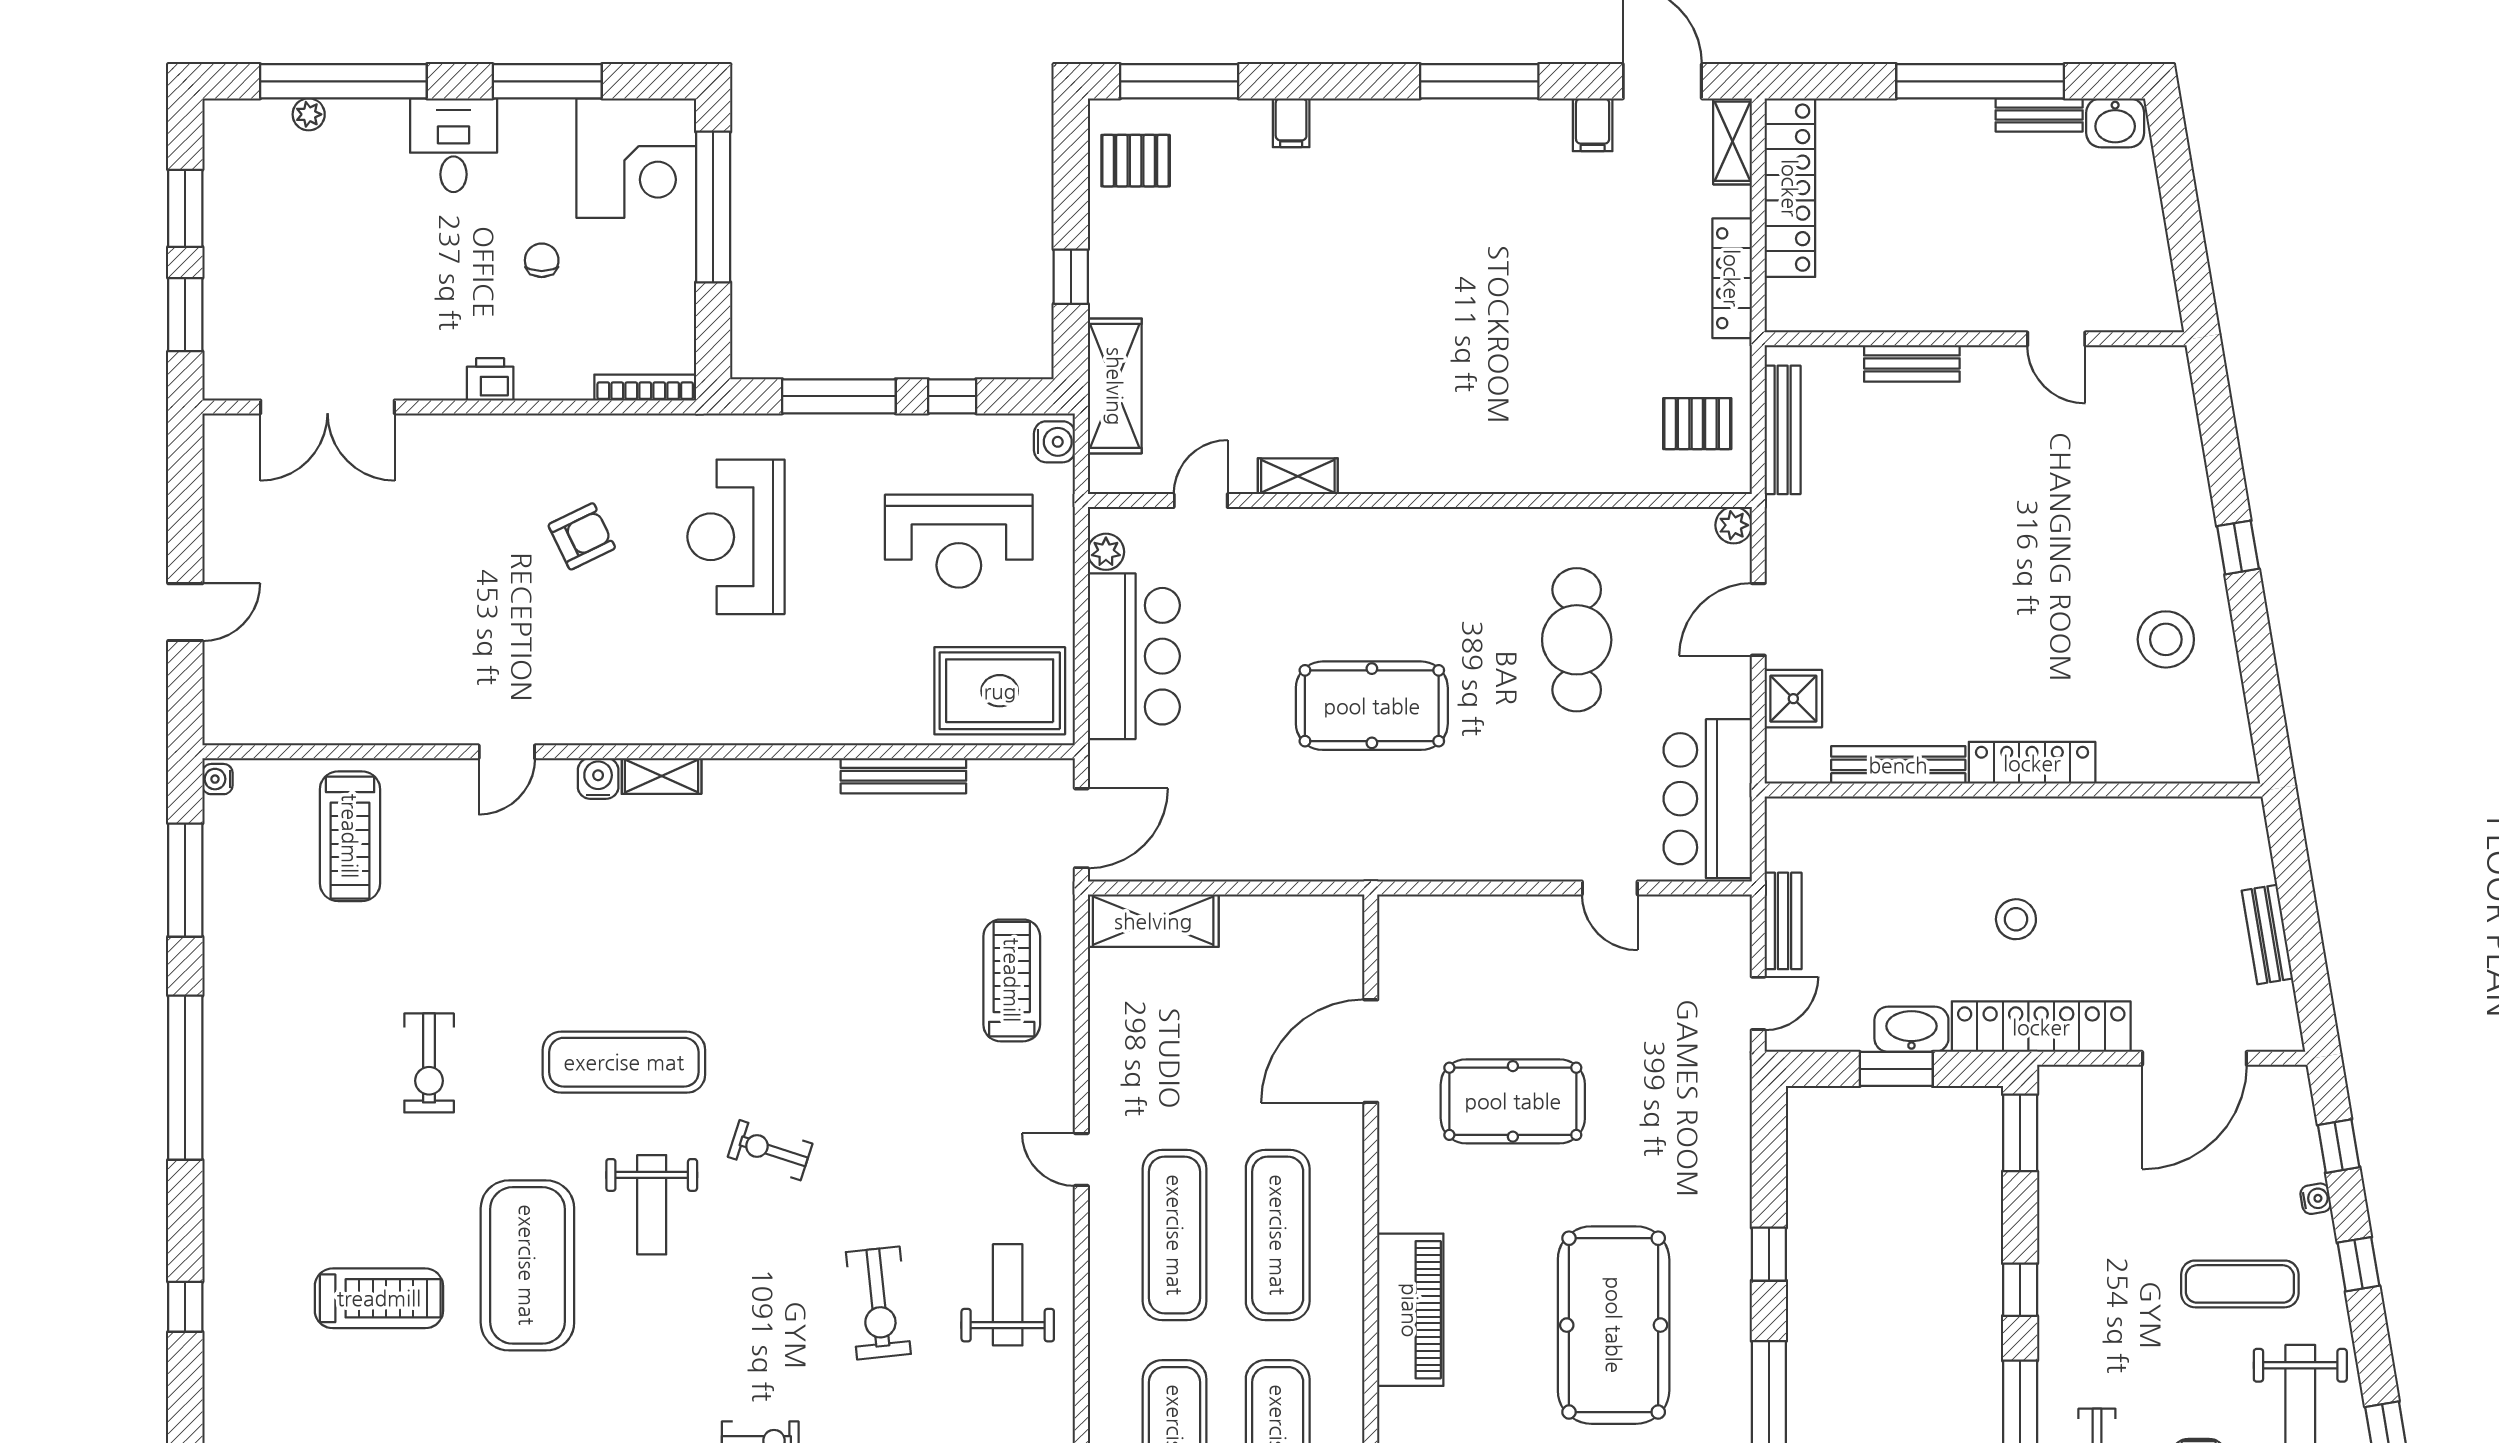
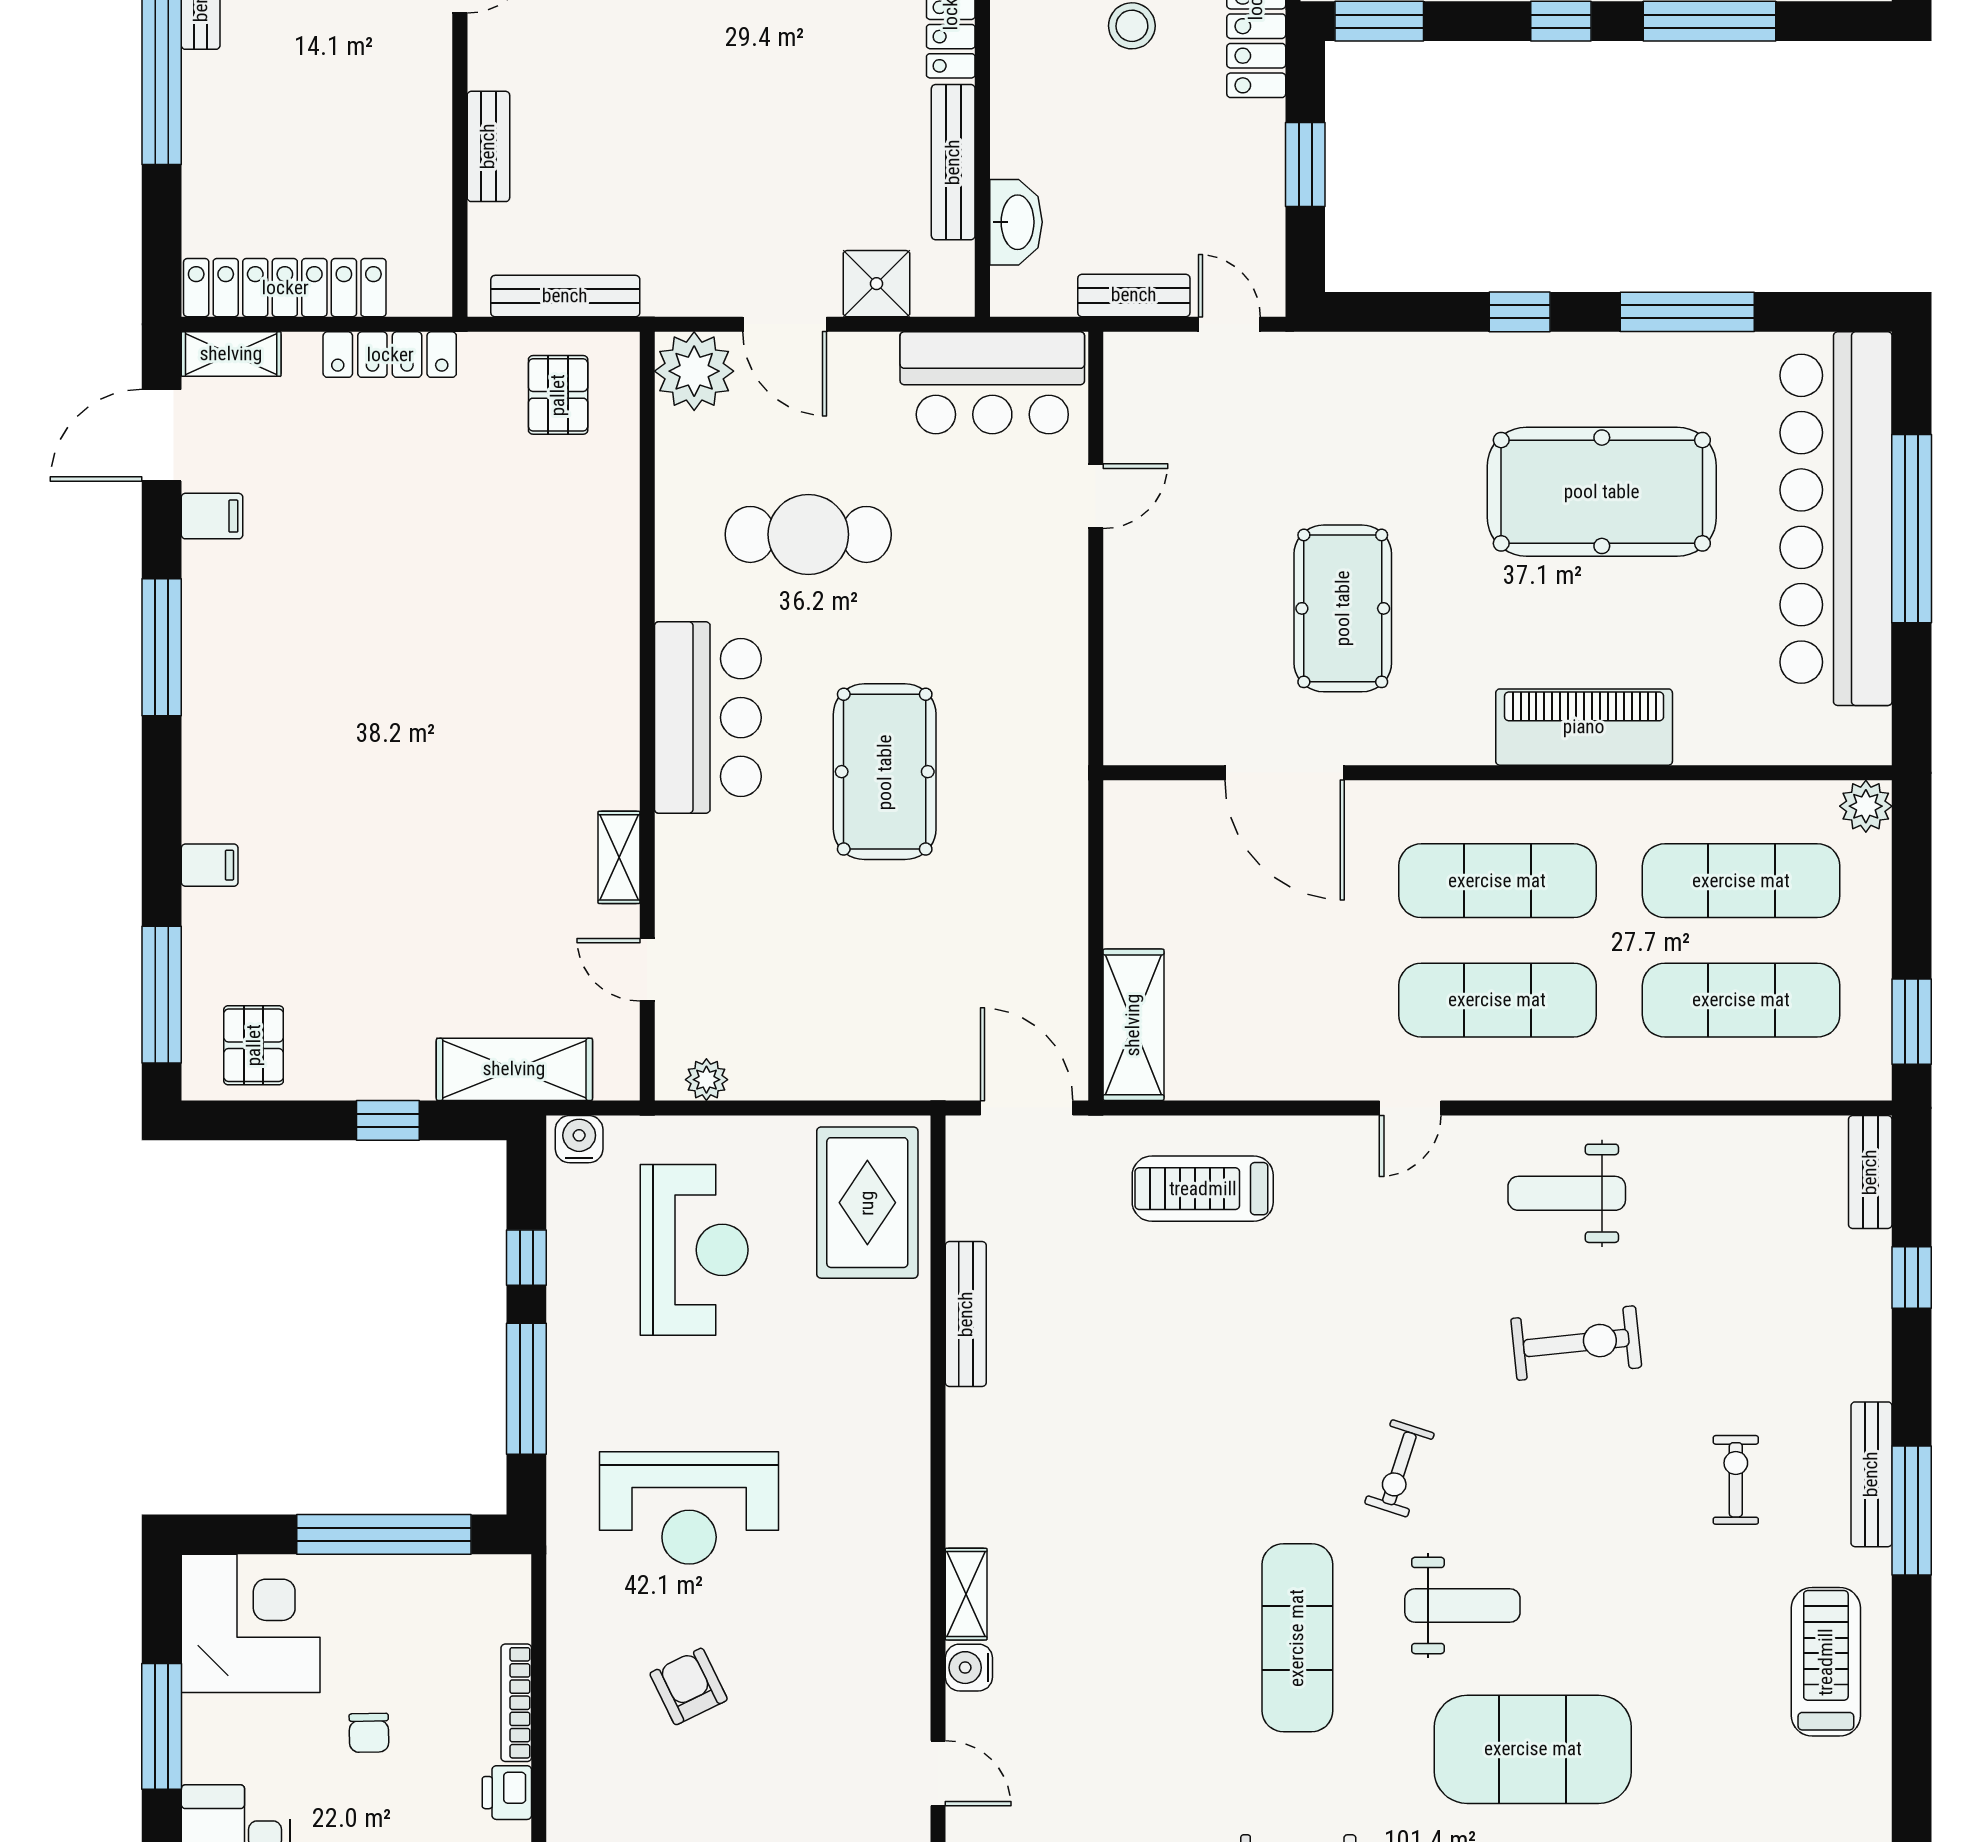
window: (713, 207) -> (384, 1534), moved
chair: (542, 260) -> (369, 1733), turned -91
bookcase: (645, 388) -> (516, 1703), moved
plant: (1734, 525) -> (694, 371), width x1.87, depth x1.87
bar counter: (1134, 656) -> (708, 718), moved, turned 90
washbasin: (1911, 1029) -> (1016, 222), moved, turned 180

